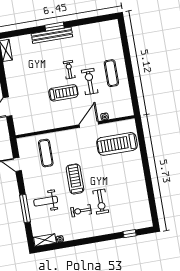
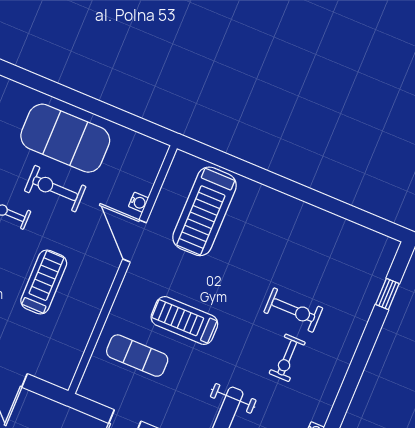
exercise mat: (111, 73) -> (65, 138), width x2.00, depth x1.45
treadmill: (63, 93) -> (44, 282), moved
treadmill: (75, 179) -> (184, 320), moved

